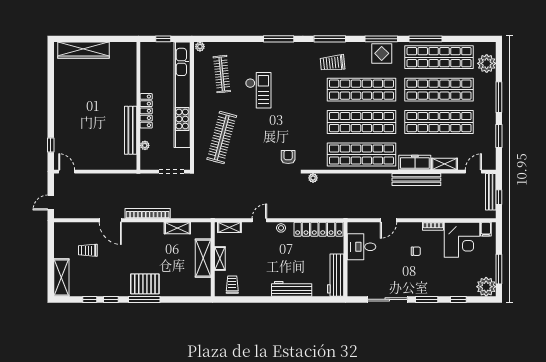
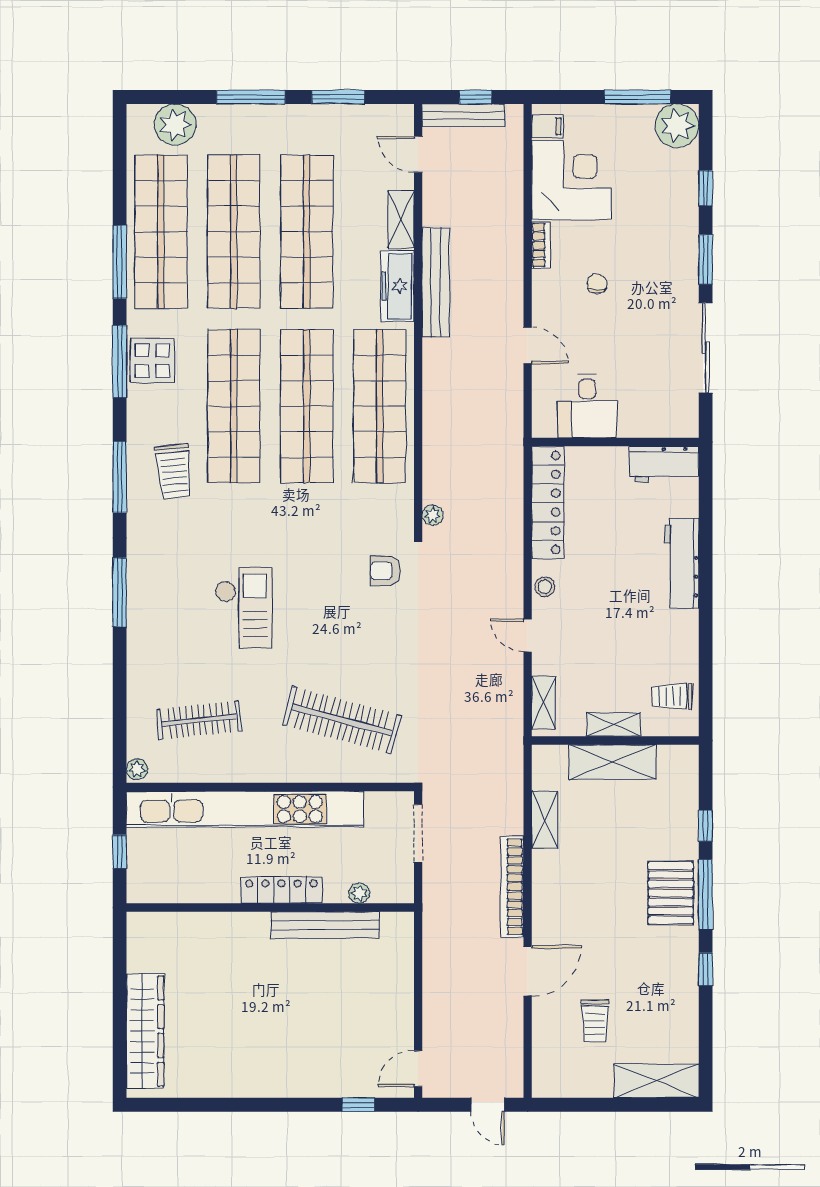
checkout: (258, 90) -> (243, 608), moved, turned 90
workbench: (336, 275) -> (664, 464), width x0.73
window: (90, 299) -> (706, 826), moved

